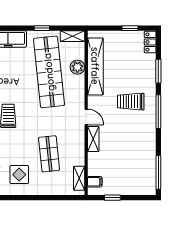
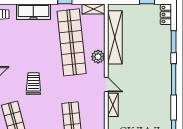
plant: (77, 67) -> (98, 57), moved
trolley: (131, 102) -> (148, 70), removed

